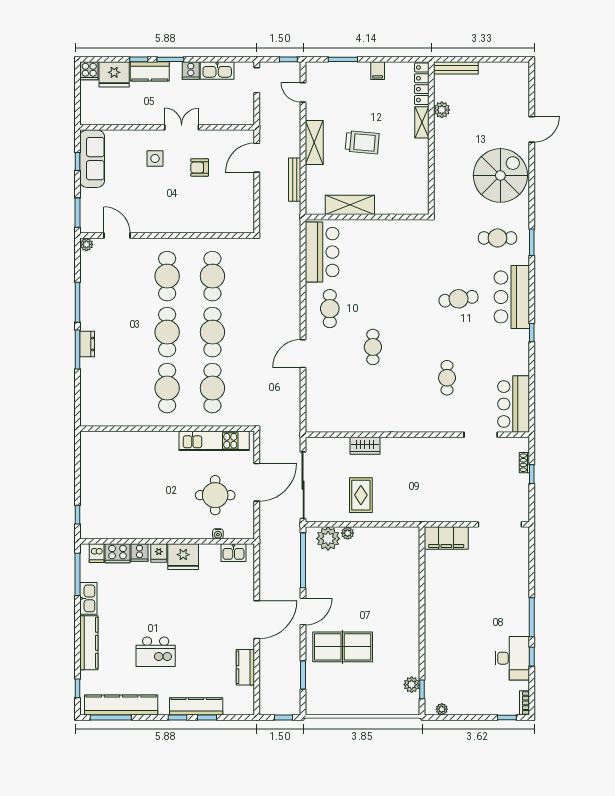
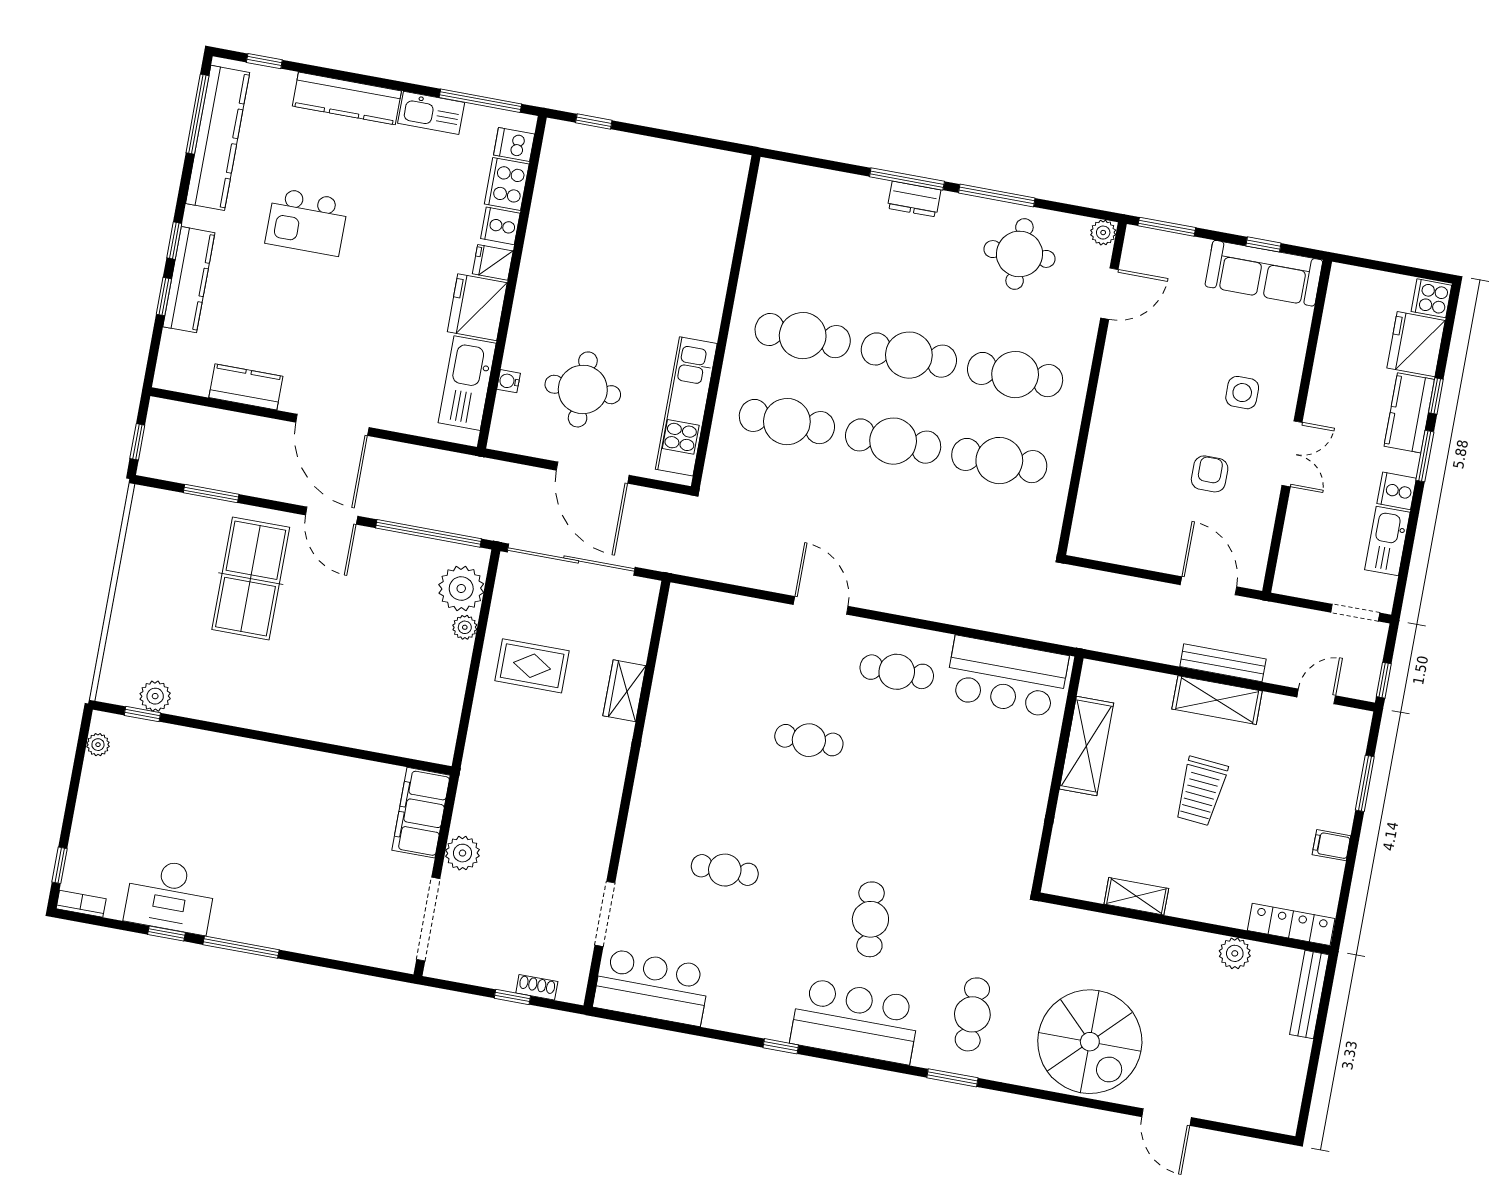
shelving: (422, 122) -> (1136, 896), moved
bench: (295, 180) -> (1223, 663), moved
round table: (105, 285) -> (1019, 254), added
plant: (463, 513) -> (462, 853), added
kitchen sink: (234, 553) -> (467, 383), width x1.87, depth x1.24
kitchen island: (156, 652) -> (307, 222), turned -90

